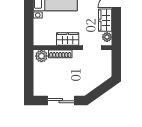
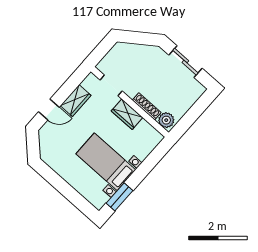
plant: (107, 37) -> (88, 83), removed

